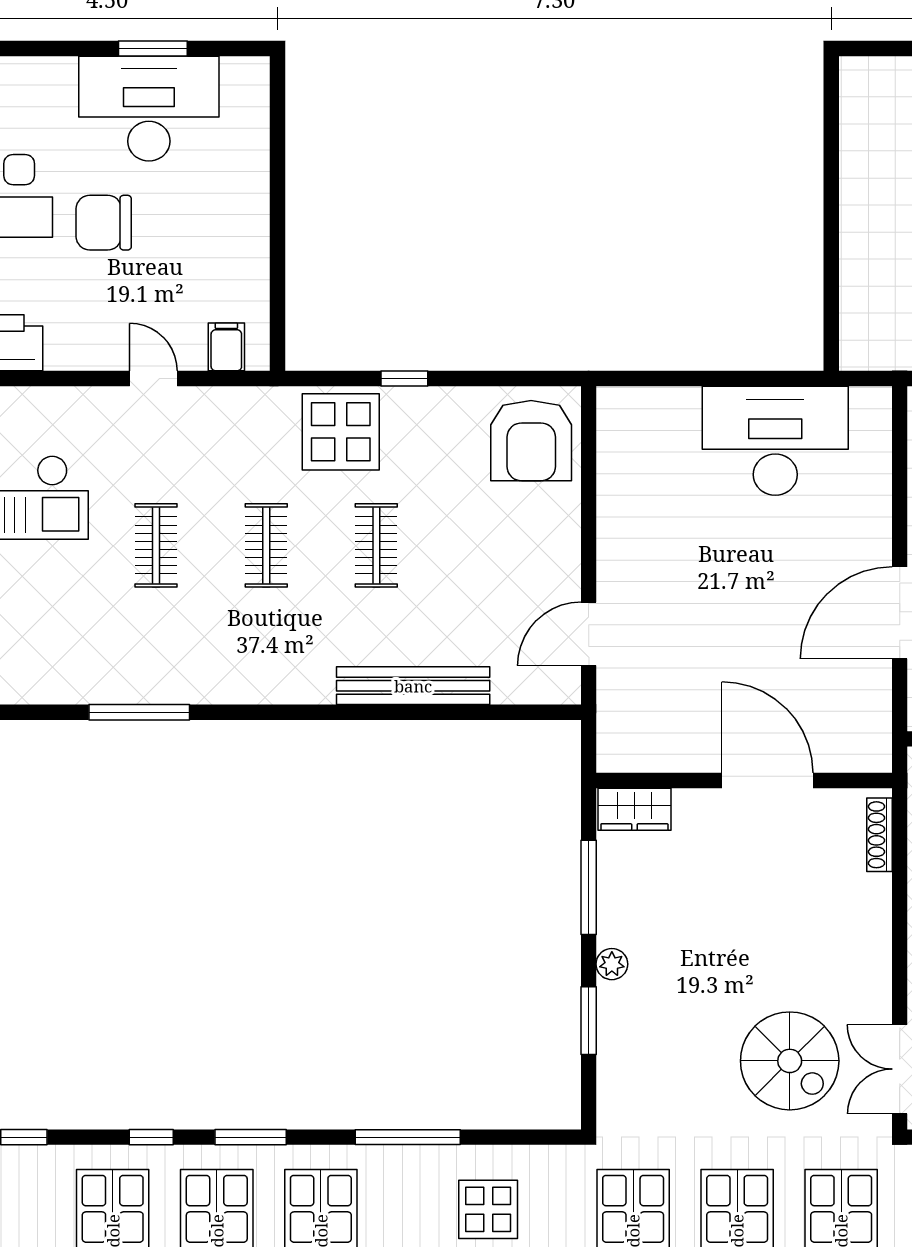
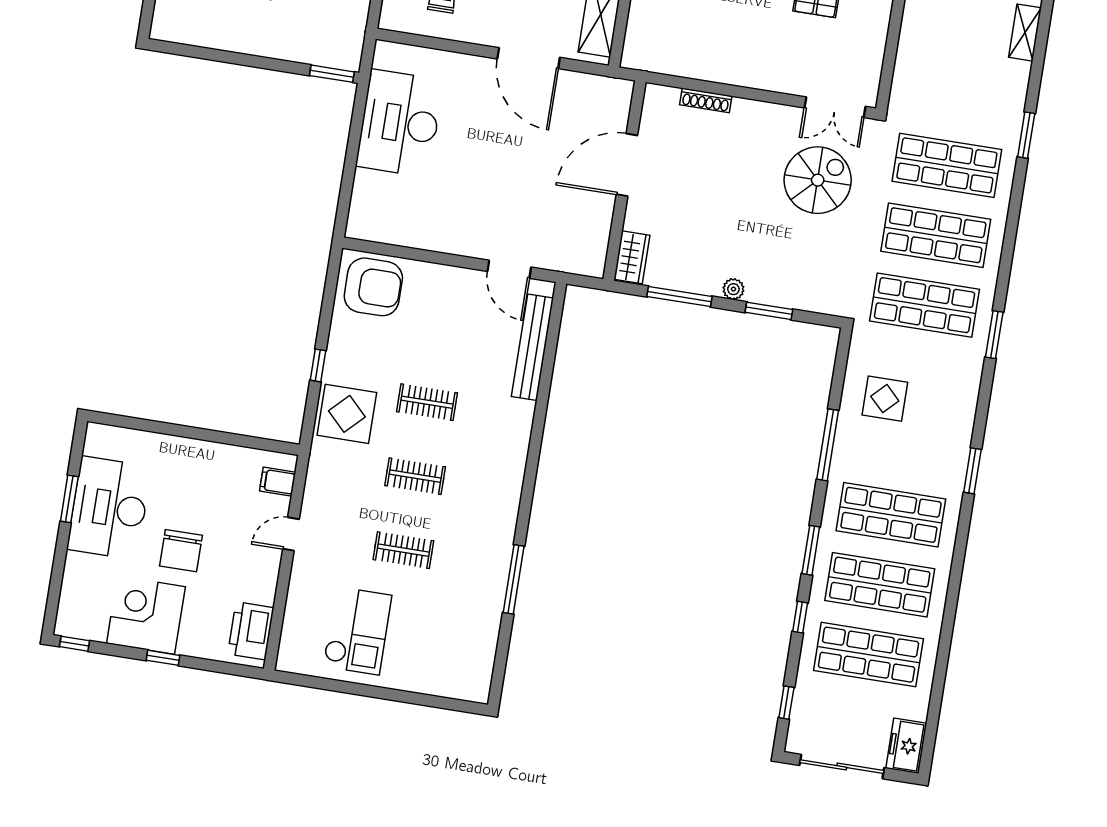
window: (831, 331) -> (332, 74), added
bench: (413, 686) -> (532, 347), moved
shoe rack: (879, 835) -> (706, 100), moved

